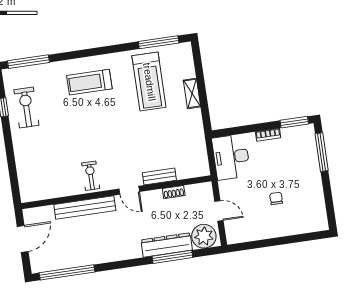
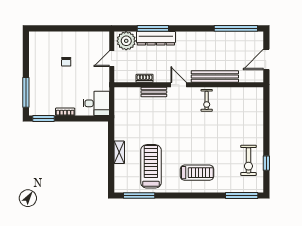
desk: (231, 157) -> (96, 103), width x0.73
door: (219, 211) -> (112, 59), hinge flipped

